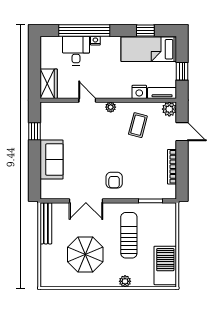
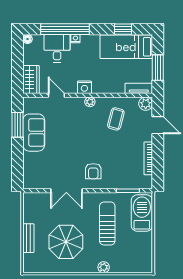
floor lamp: (45, 41) -> (28, 39), added
window: (182, 71) -> (158, 68), width x1.50
nightstand: (139, 92) -> (84, 87), moved
door: (87, 100) -> (56, 95), moved
window: (34, 131) -> (18, 125), width x1.50
sofa: (51, 160) -> (34, 133), moved
bench: (46, 223) -> (28, 238), moved, width x0.73
barbecue: (165, 265) -> (142, 213), moved

